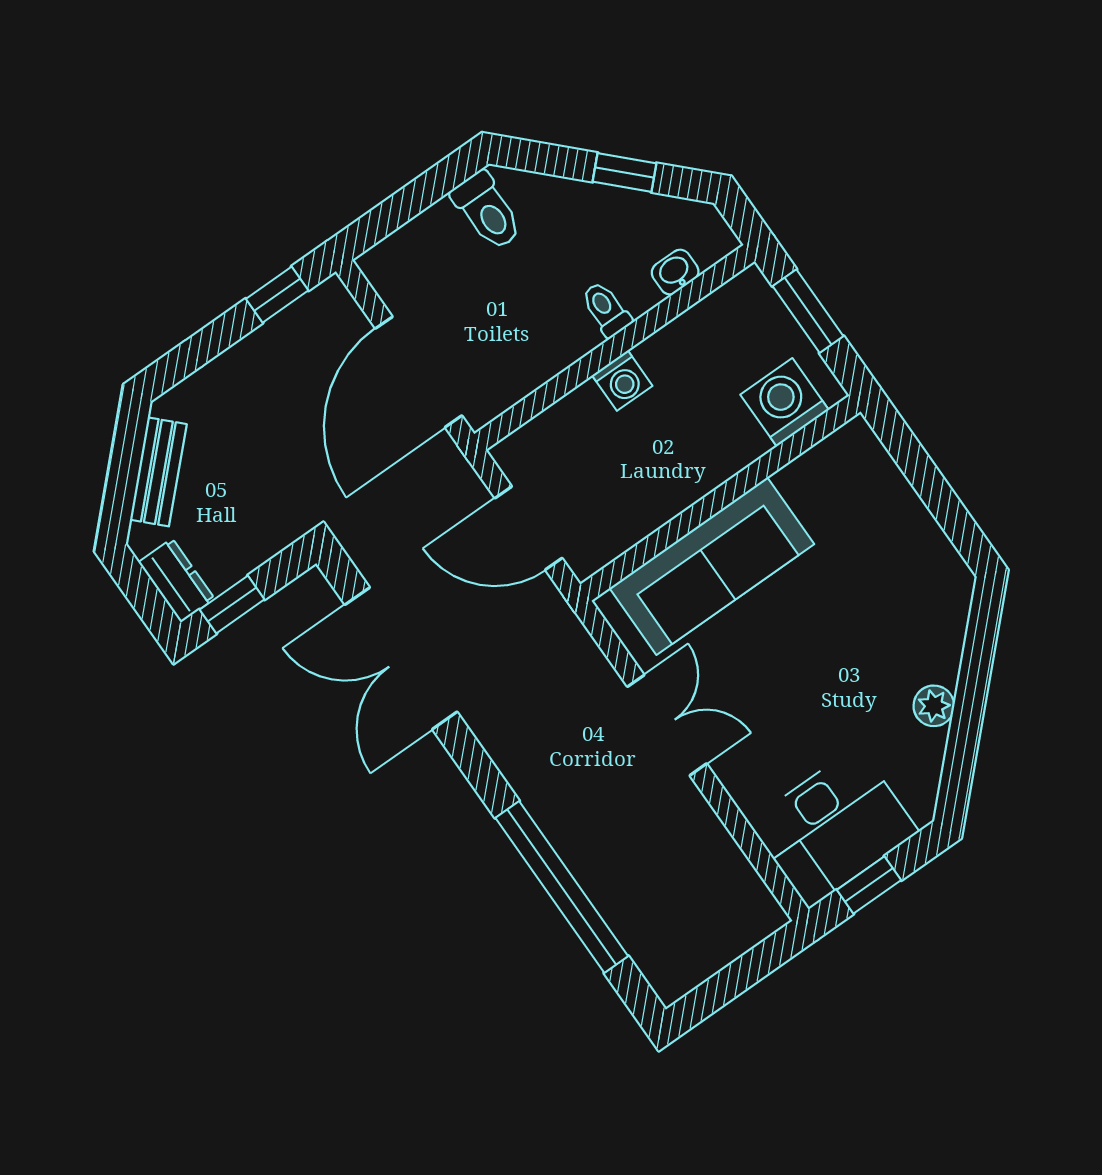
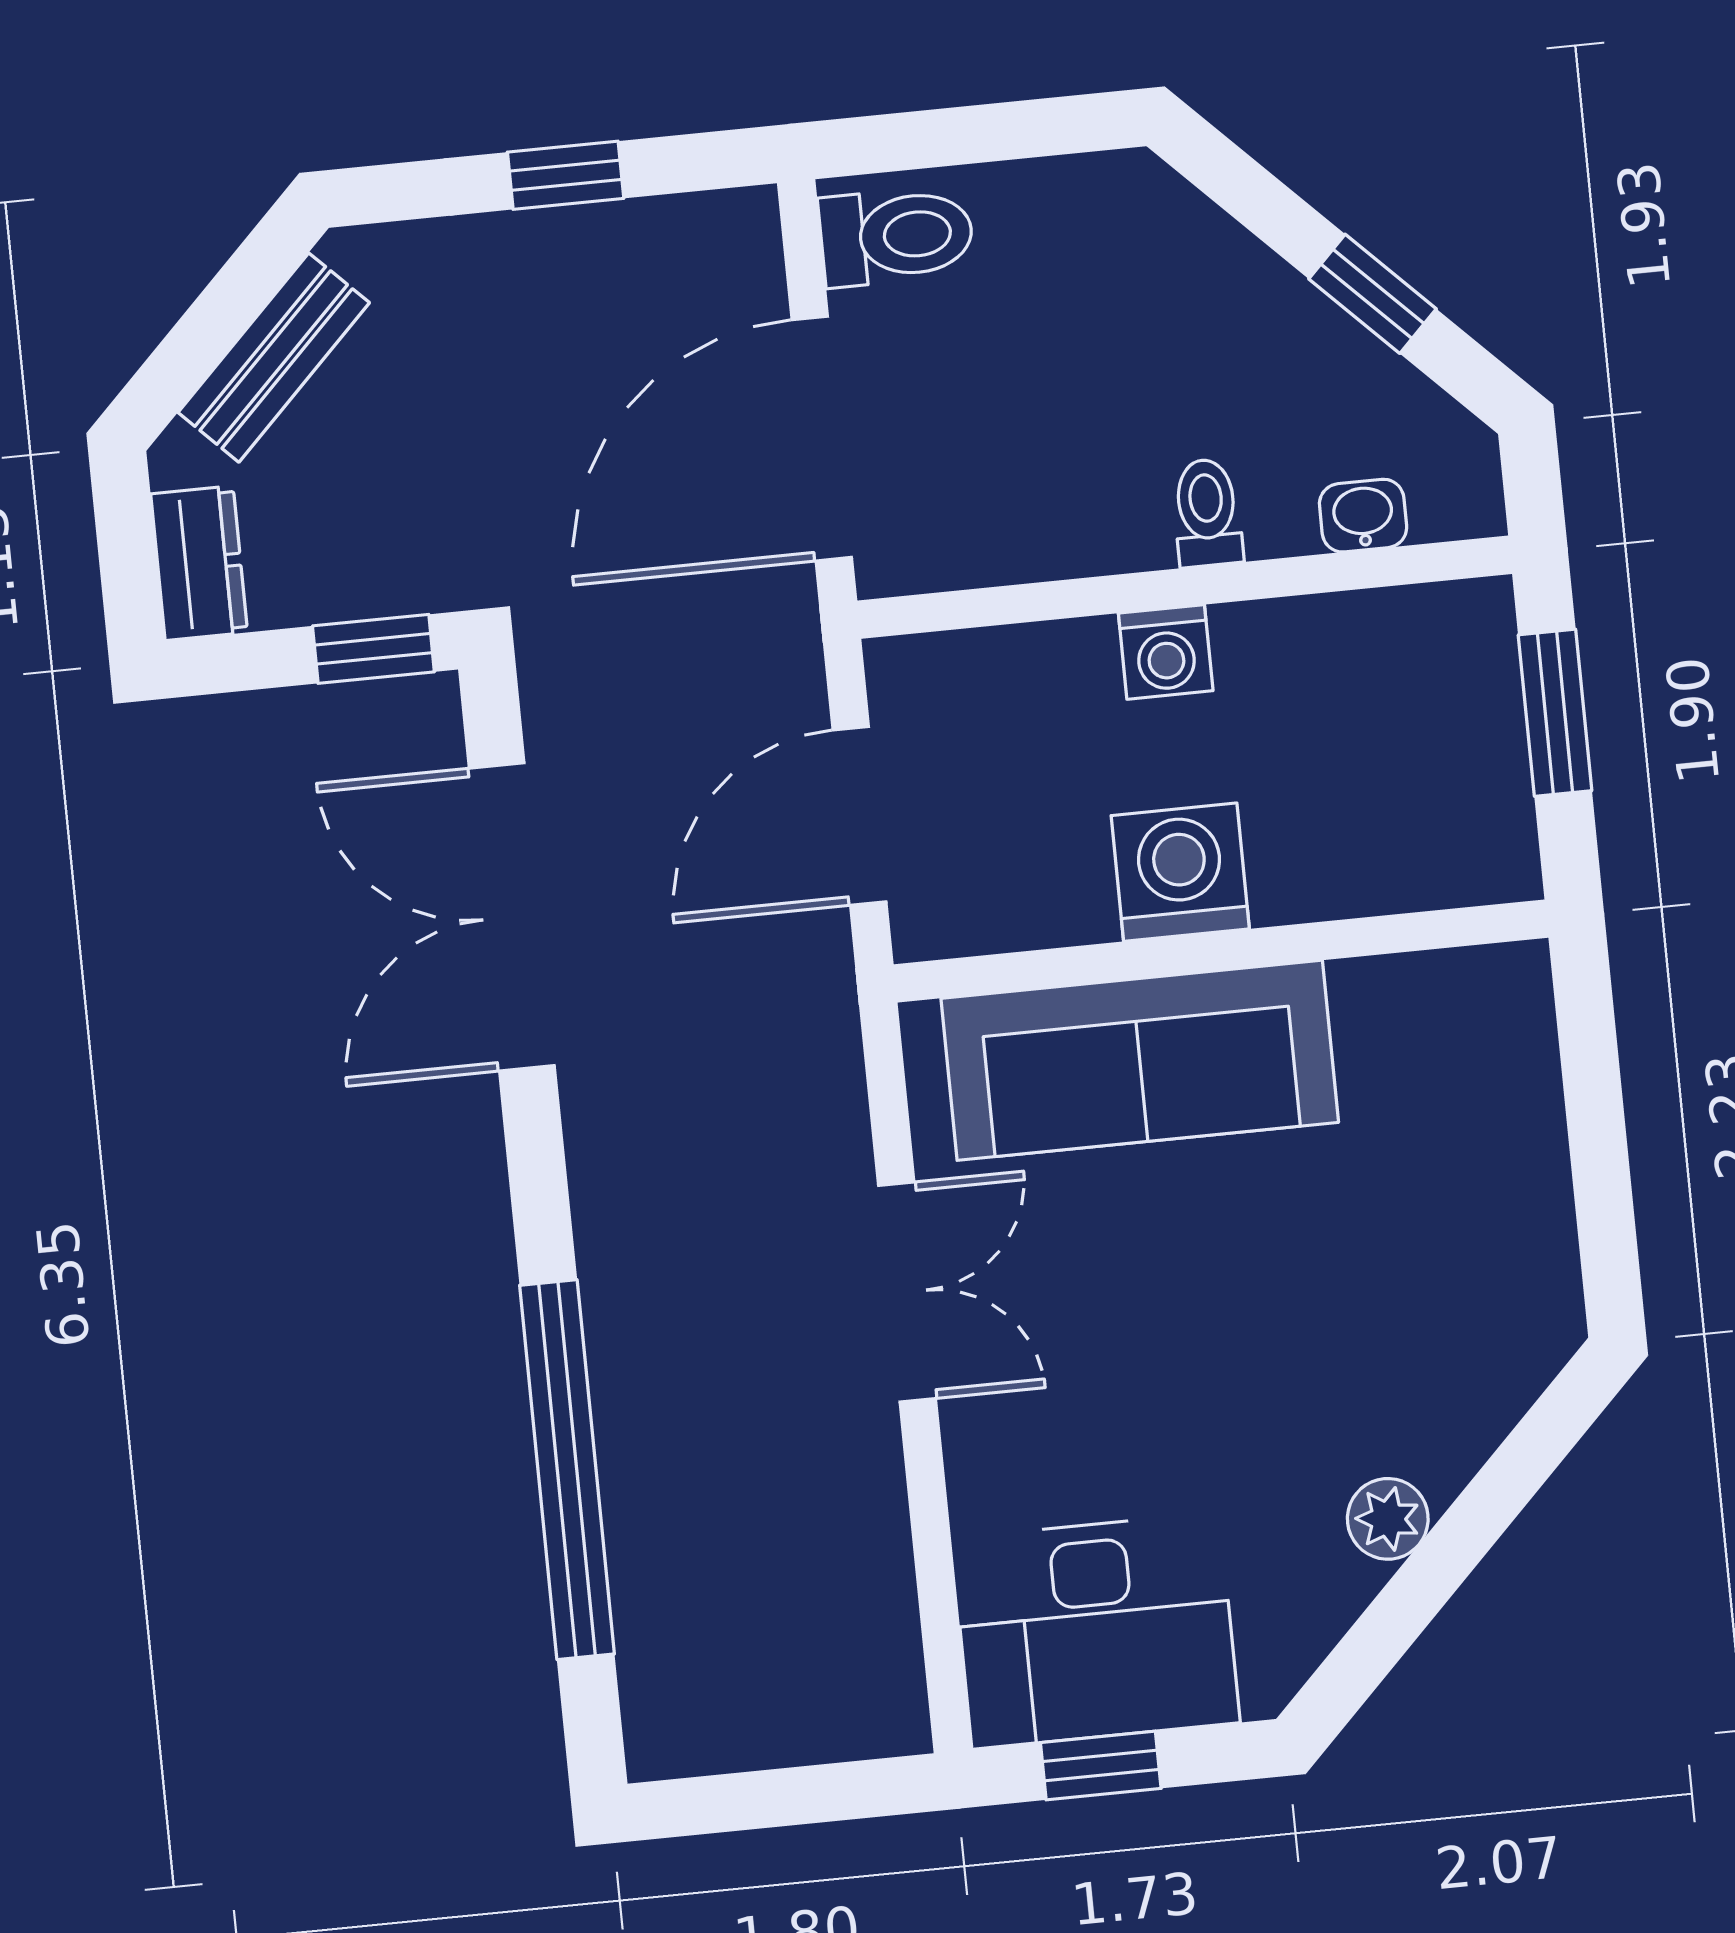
toilet: (487, 211) -> (896, 236), moved, turned -90
window: (277, 295) -> (566, 175), moved
washing machine: (785, 402) -> (1180, 872), moved
door: (528, 528) -> (859, 816), hinge flipped
window: (232, 605) -> (373, 649), moved

